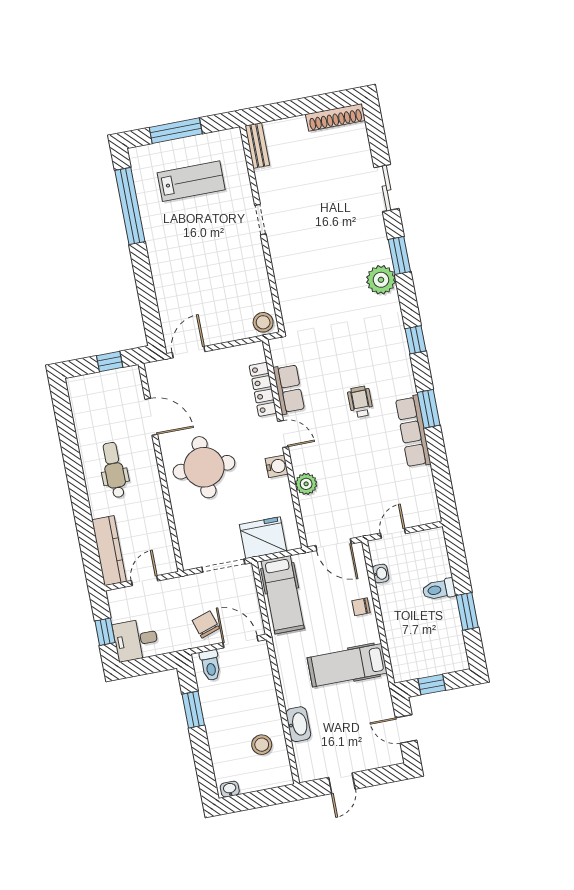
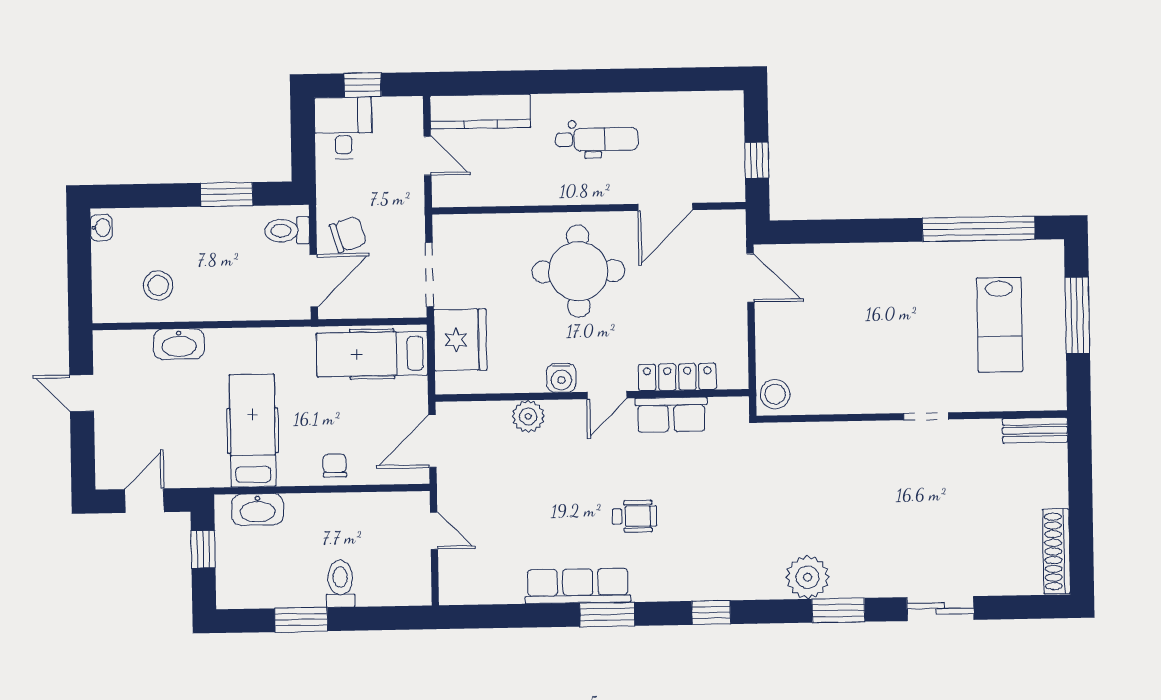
washbasin: (381, 573) -> (257, 510), moved, width x1.91, depth x1.45

